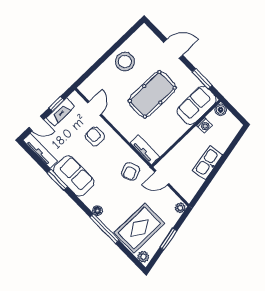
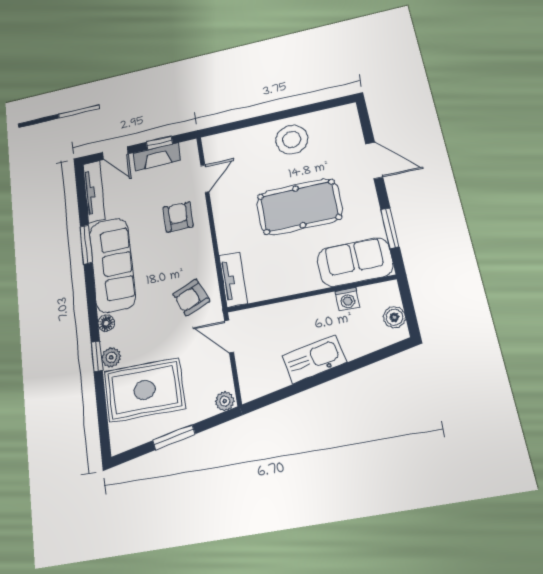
boiler: (221, 110) -> (394, 317), moved
sofa: (74, 176) -> (112, 265), width x1.36
window: (105, 229) -> (97, 356), width x0.46
plant: (143, 257) -> (111, 357), moved

